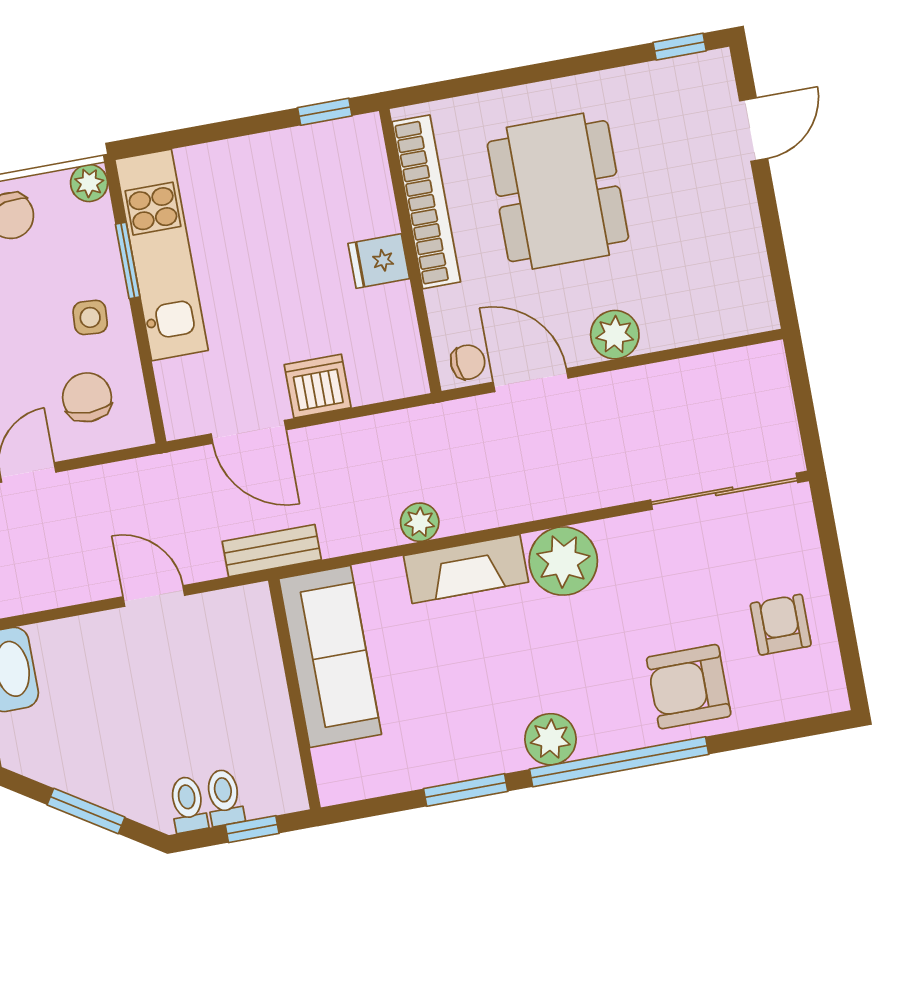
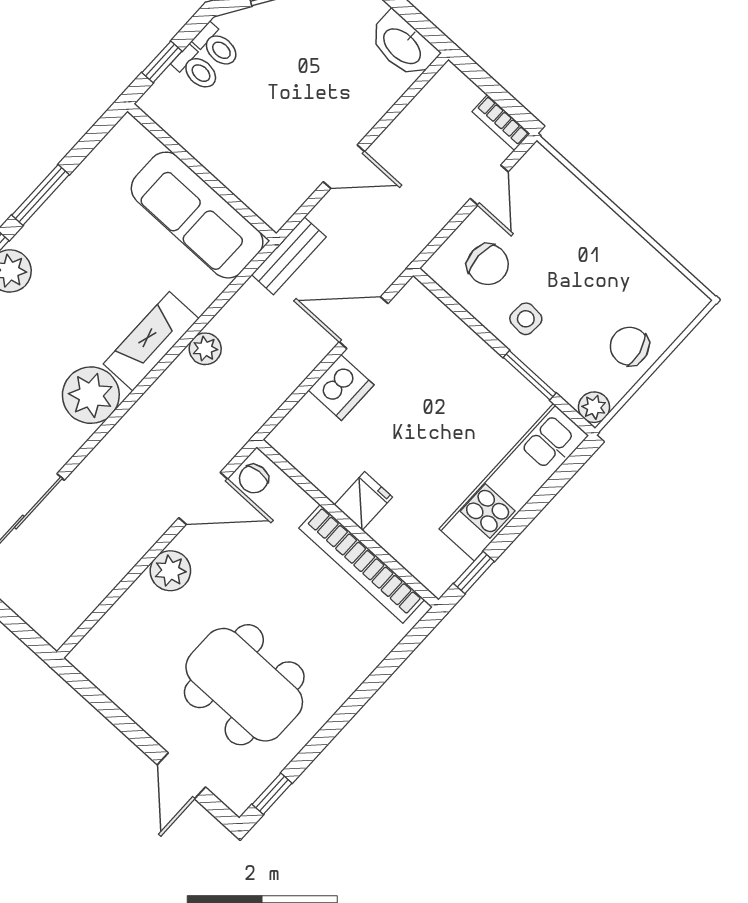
dining table: (558, 191) -> (244, 685), moved
kitchen unit: (161, 255) -> (514, 482), moved, turned 90

